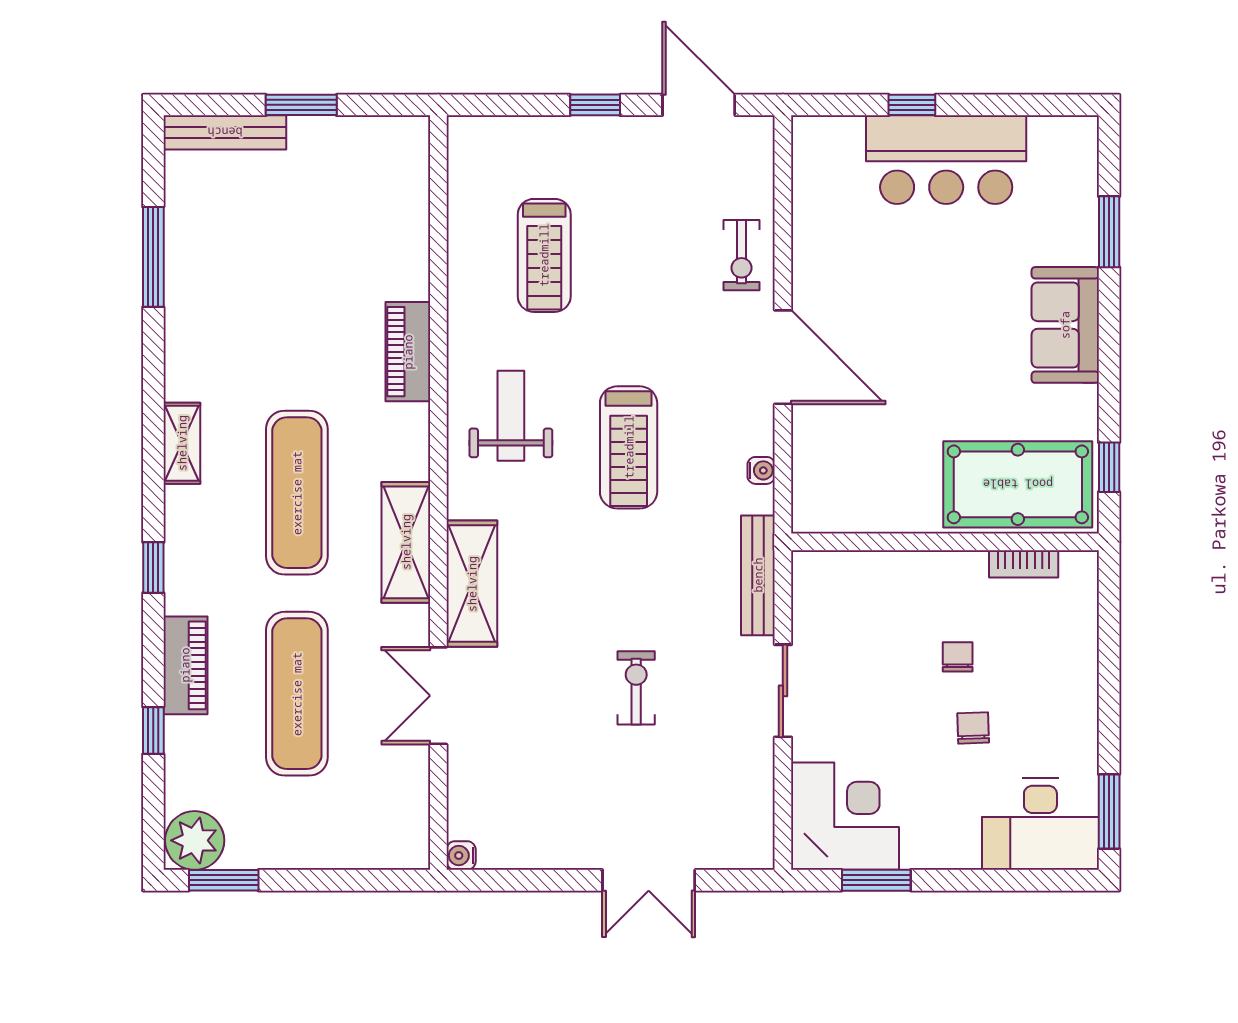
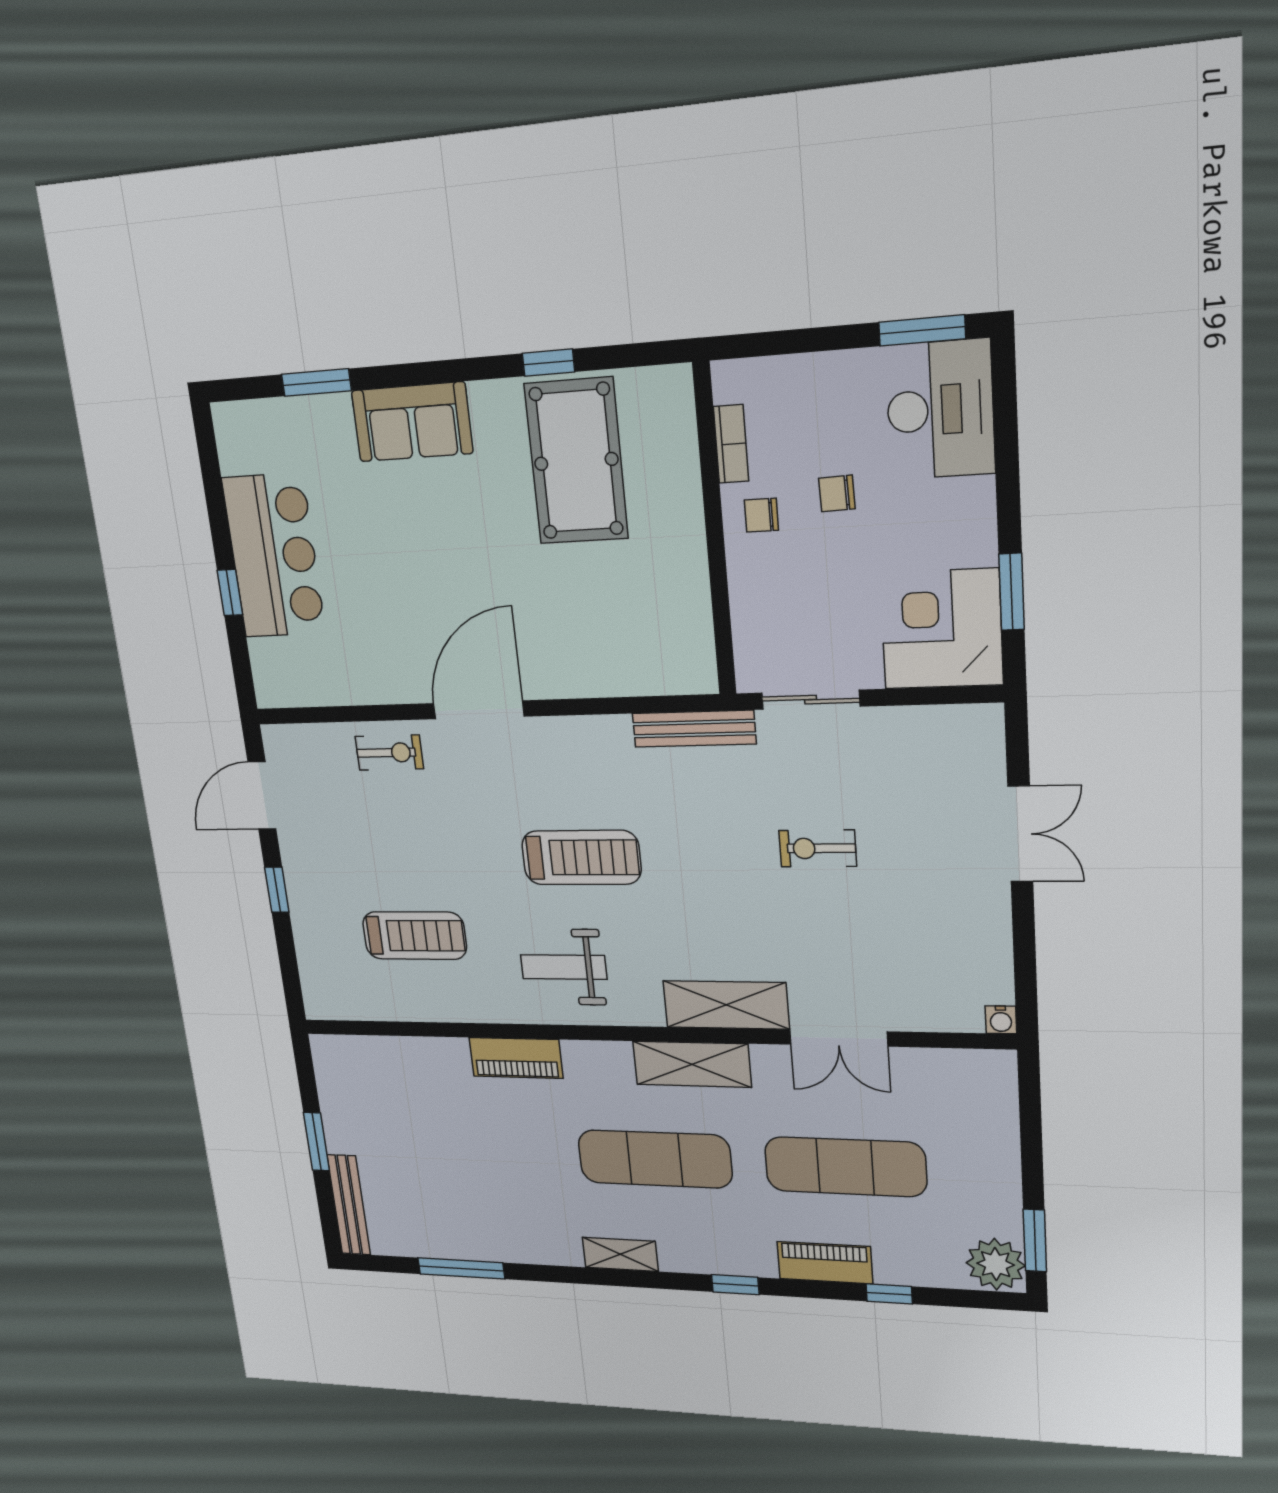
water cooler: (761, 470) -> (590, 728), removed
wall: (945, 542) -> (715, 532), moved
bookcase: (1024, 564) -> (731, 444), moved

